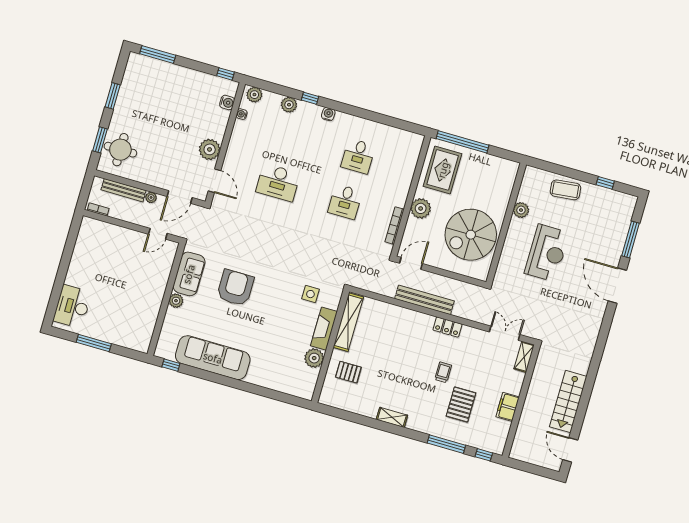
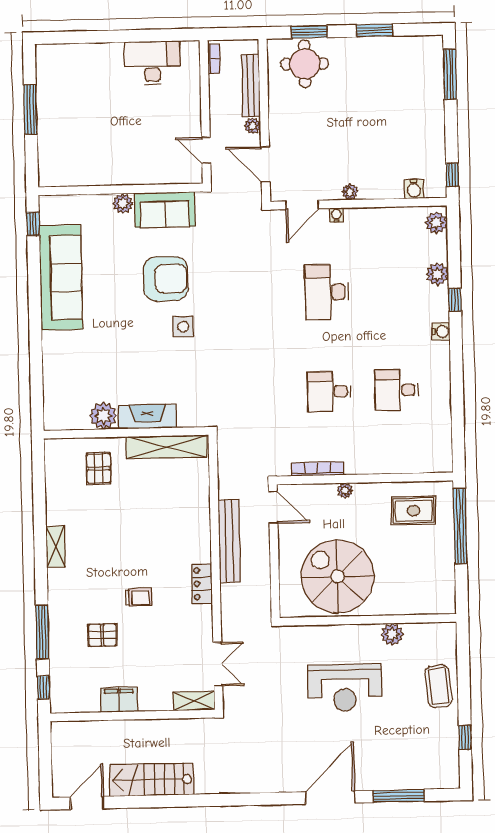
water cooler: (242, 114) -> (336, 215), moved
plant: (210, 149) -> (350, 192), width x0.53, depth x0.53
rug: (443, 170) -> (414, 511), width x0.73, depth x0.70
plant: (421, 208) -> (345, 491), width x0.53, depth x0.53
side table: (310, 294) -> (183, 327), moved
desk: (72, 306) -> (153, 63), moved
pallet: (461, 404) -> (102, 635), width x0.67, depth x0.71

